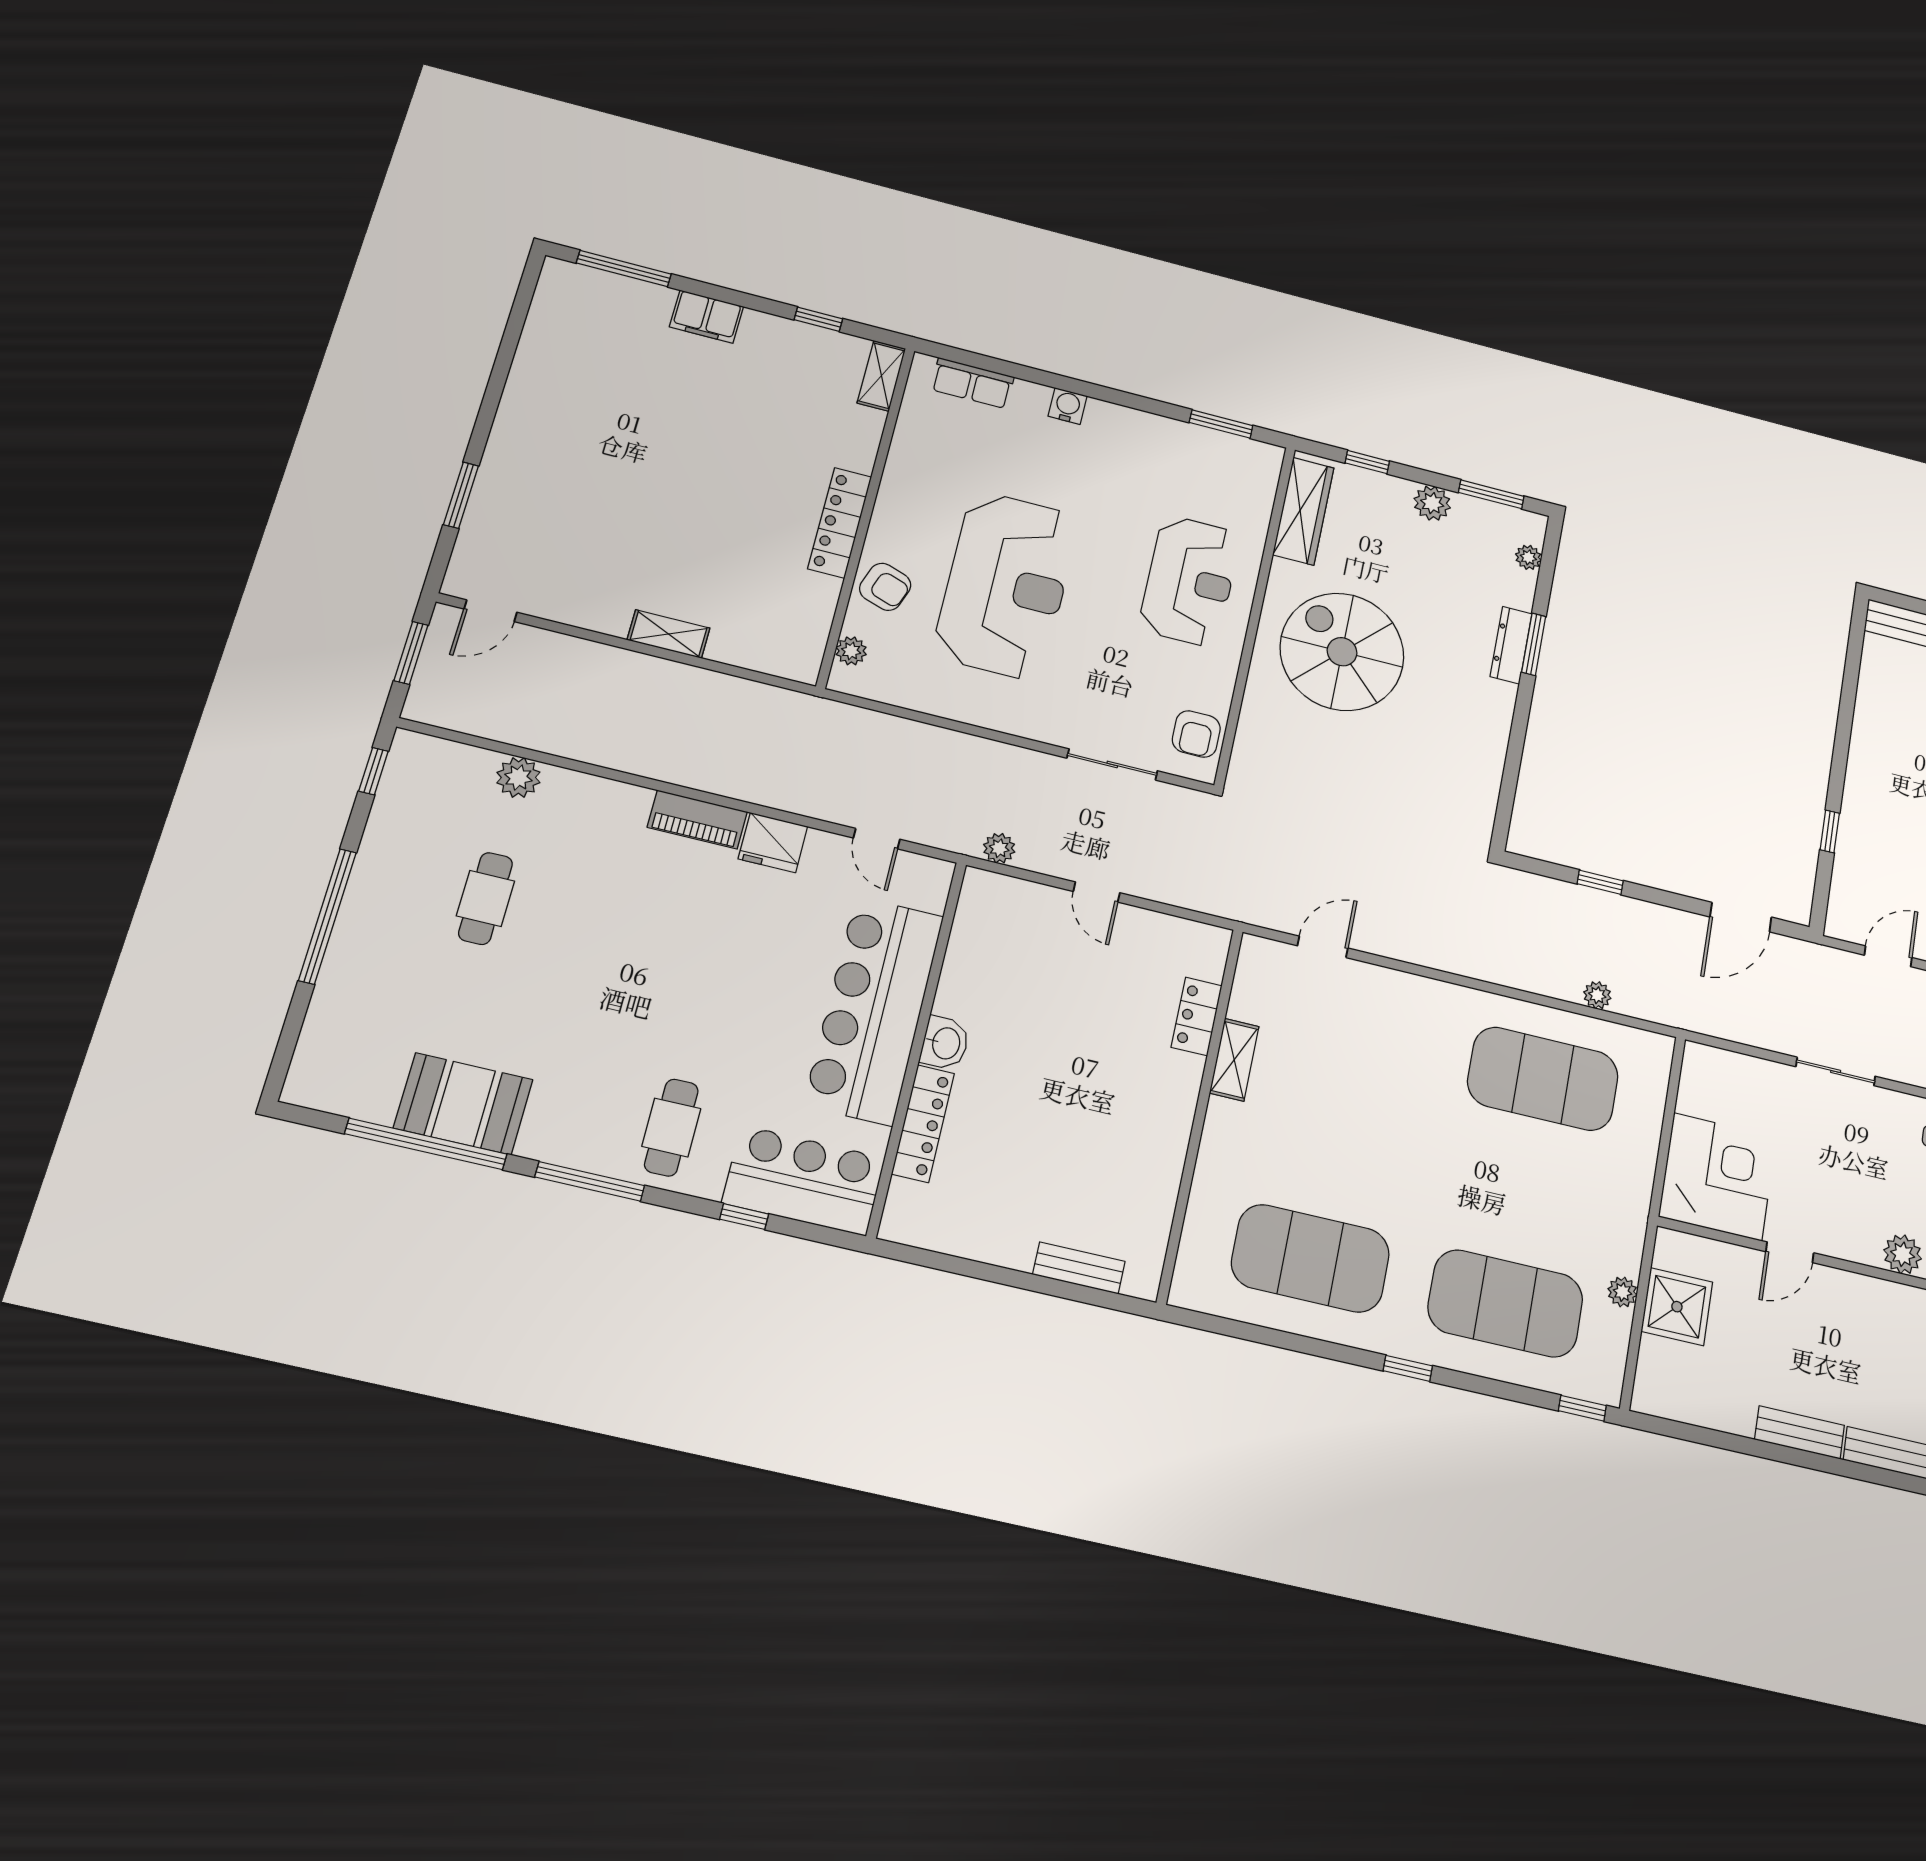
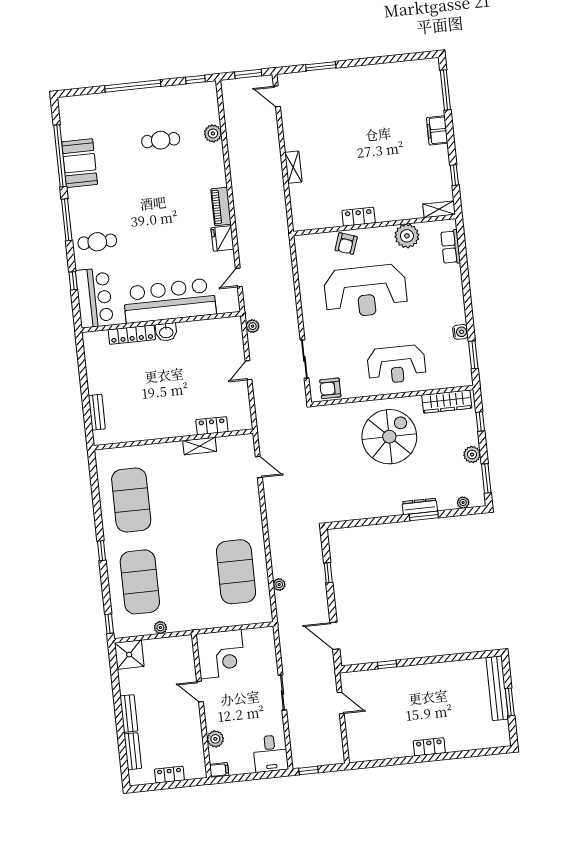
water cooler: (1068, 406) -> (460, 332), moved
locker: (840, 523) -> (359, 217), width x0.66
plant: (851, 651) -> (407, 236), moved, width x1.88, depth x1.88
shower: (1677, 1307) -> (129, 655), moved

